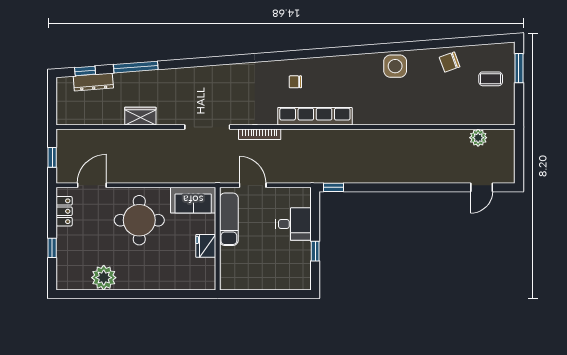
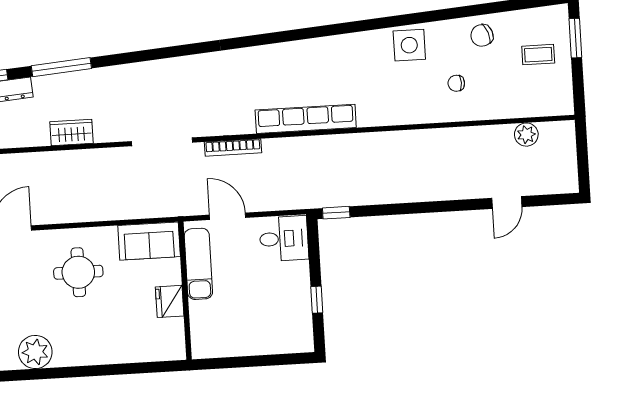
chair: (295, 82) -> (456, 83), moved
door: (482, 187) -> (507, 203), moved
round table: (139, 220) -> (78, 272), width x0.73, depth x0.73
desk: (293, 224) -> (284, 239), moved

